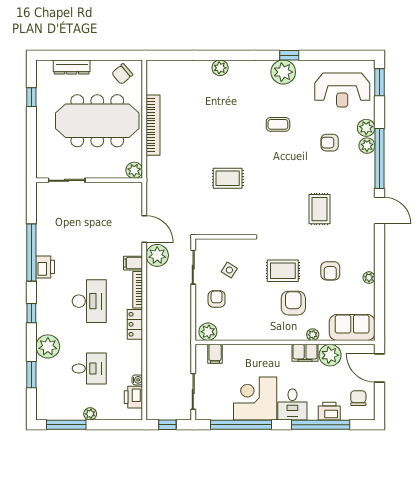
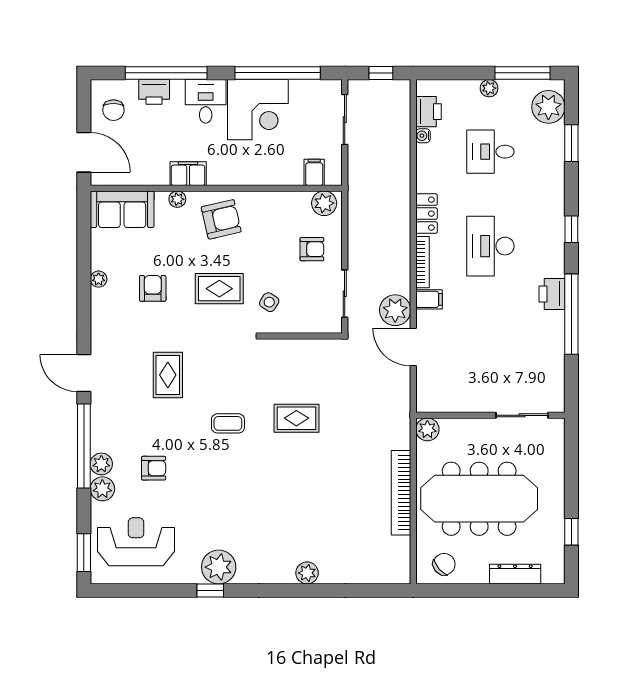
coffee table: (278, 124) -> (228, 423), moved
side table: (229, 270) -> (269, 302), moved
armchair: (217, 299) -> (312, 249), turned -90
armchair: (293, 303) -> (221, 219), moved, turned -103
plant: (48, 346) -> (548, 107), moved
plant: (330, 355) -> (153, 170), removed

